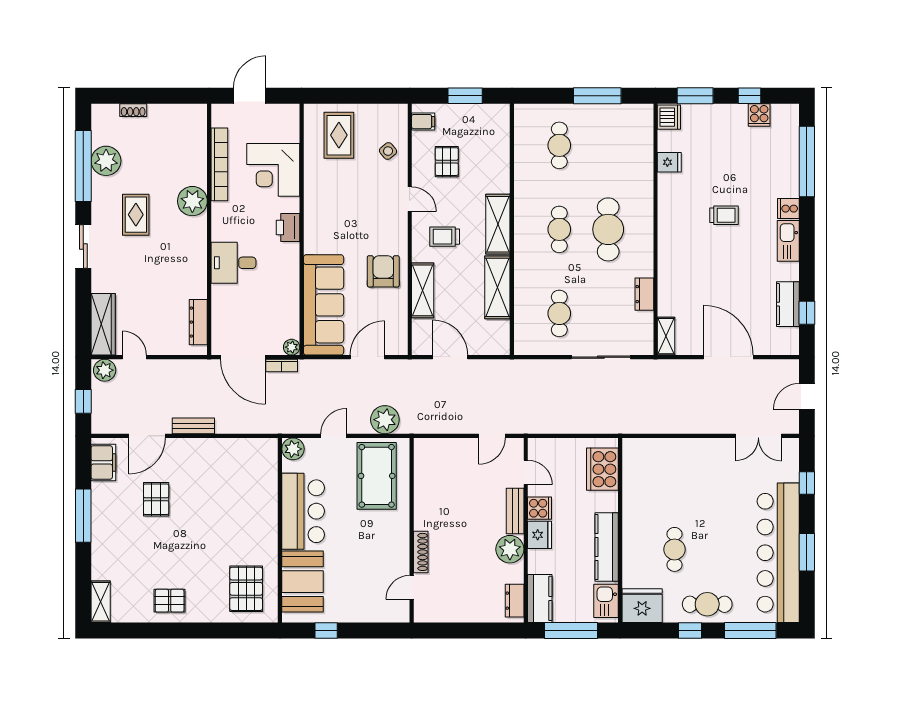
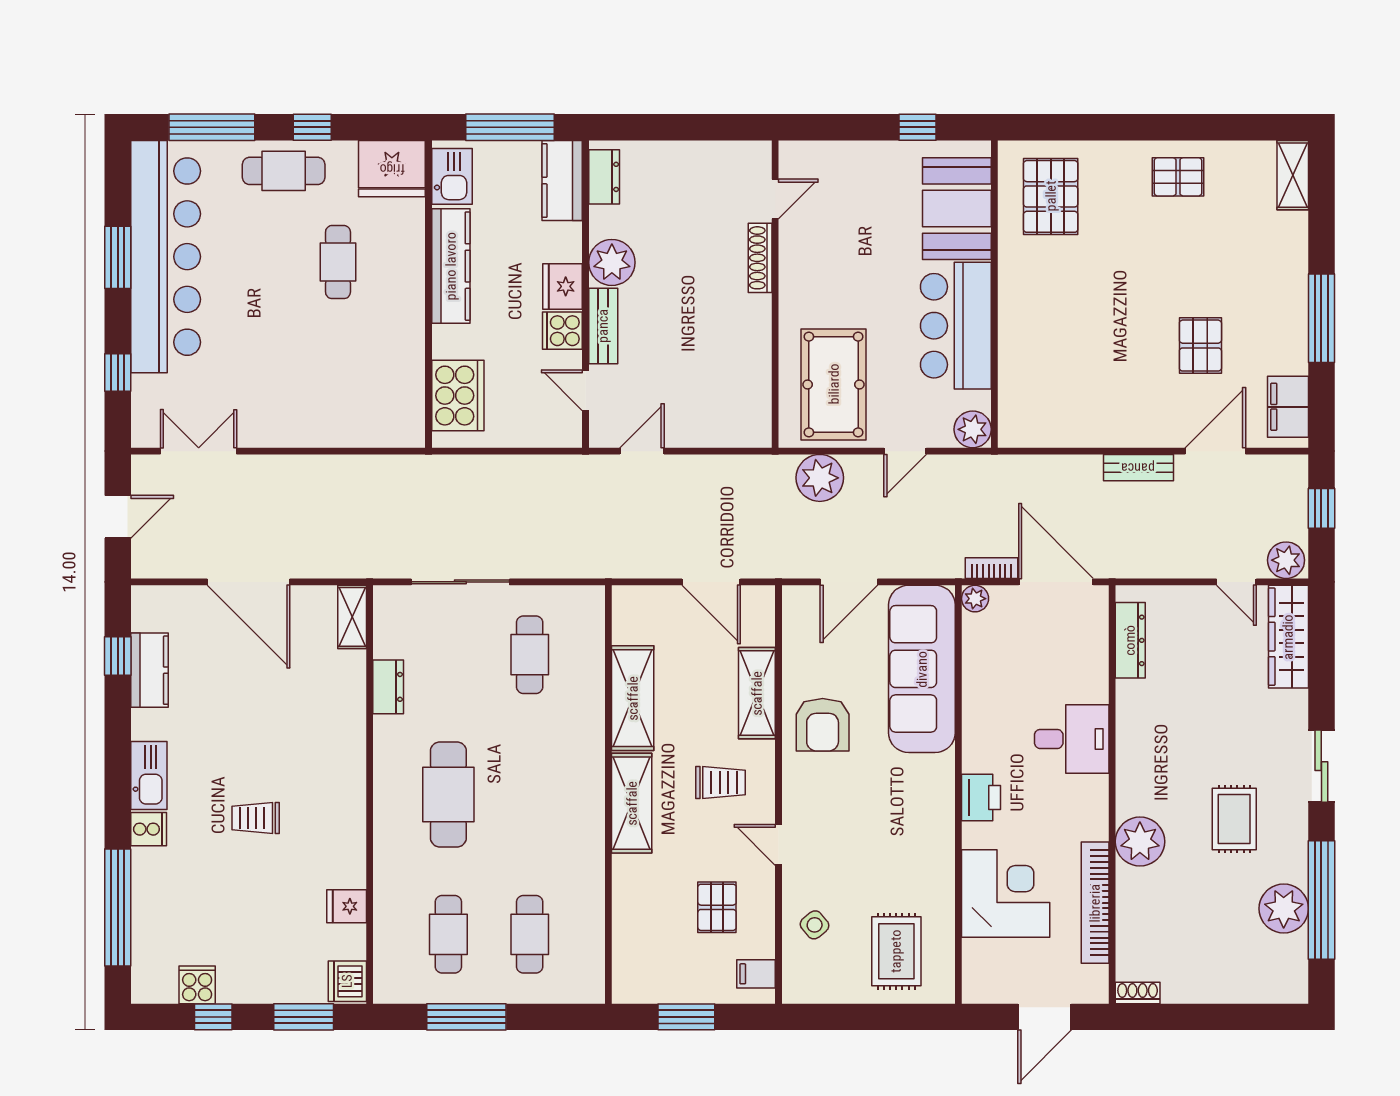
shoe rack: (133, 110) -> (1138, 993), moved
cafe table: (559, 229) -> (448, 934), moved

